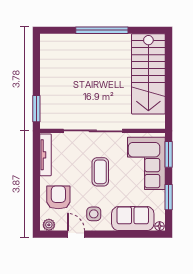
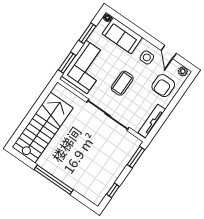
window: (36, 60) -> (113, 190), added

